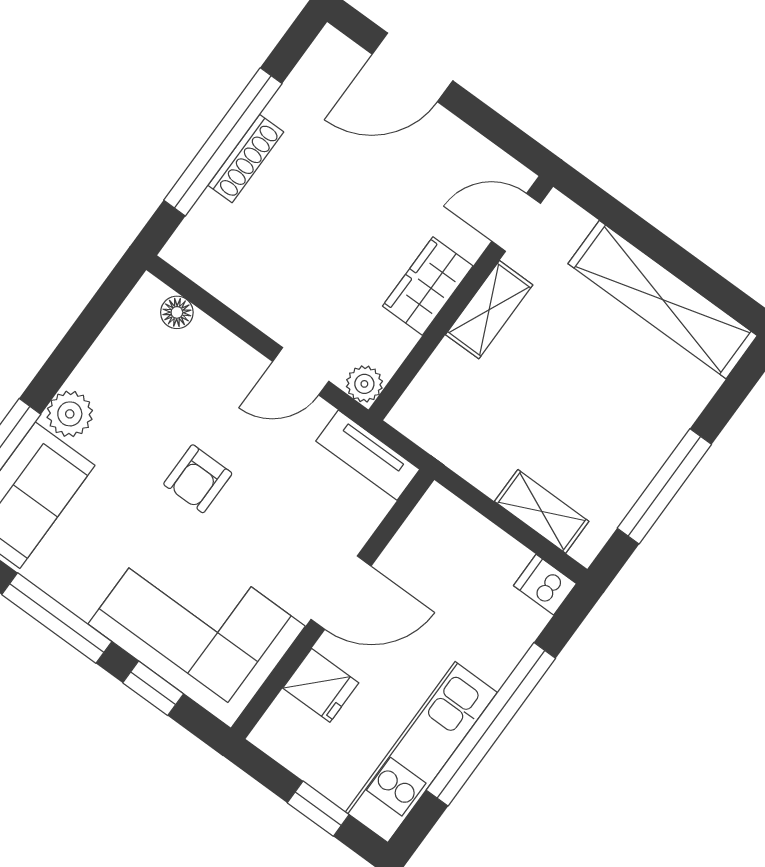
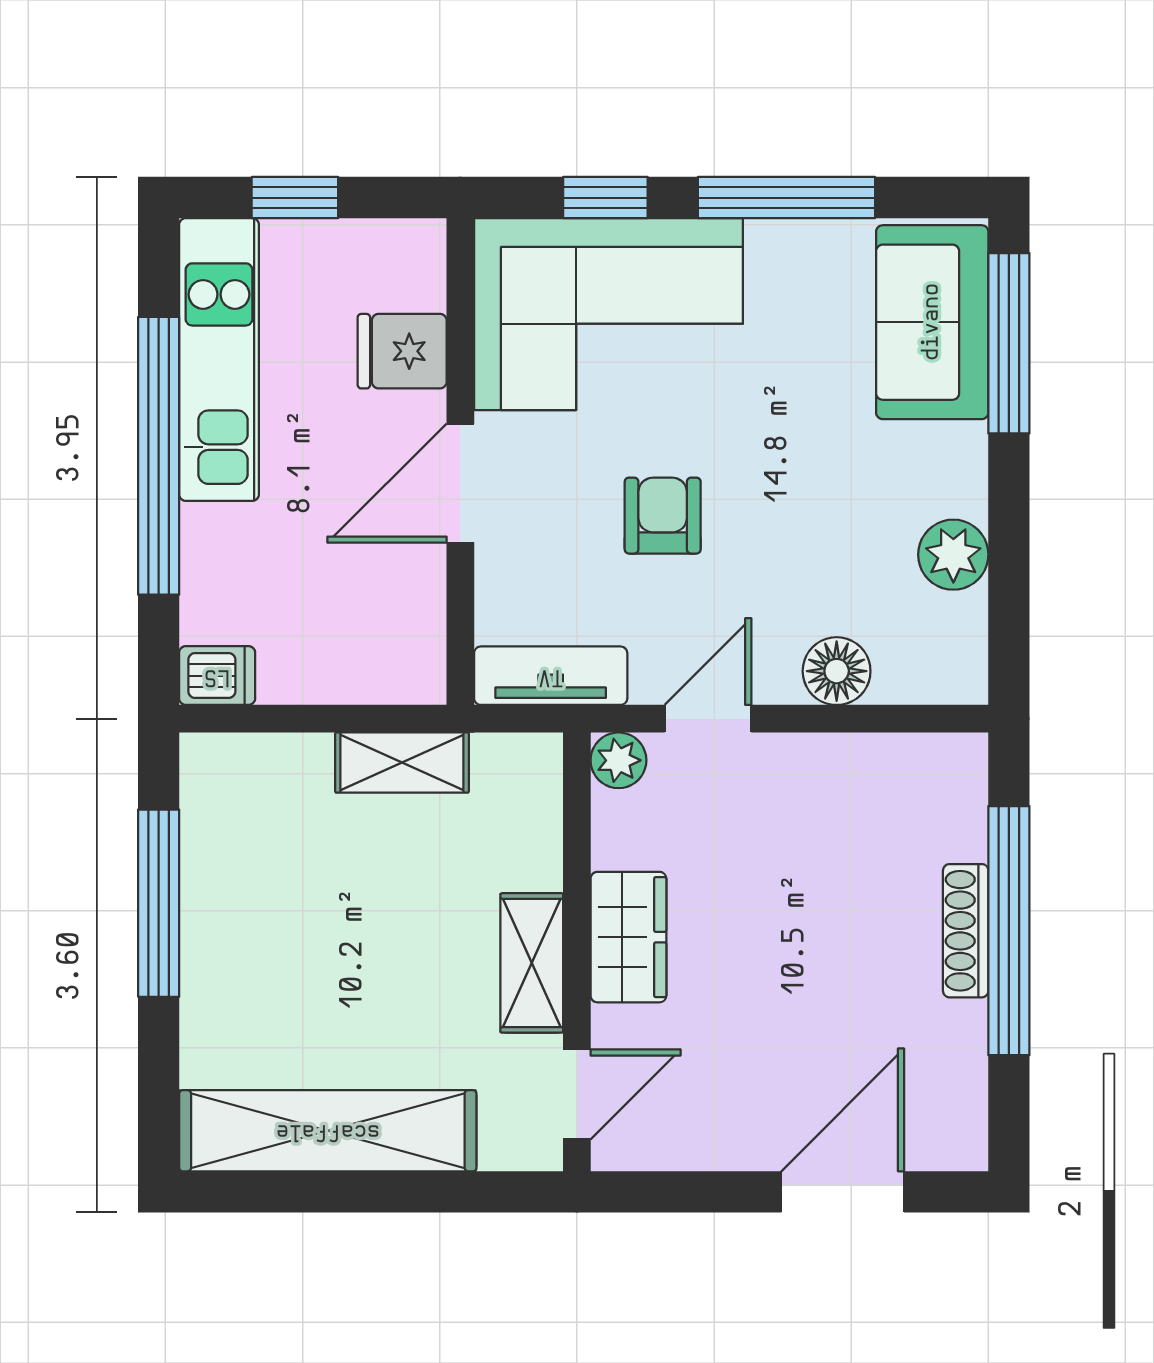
floor lamp: (177, 312) -> (837, 671), moved, width x1.37, depth x1.37
plant: (70, 414) -> (953, 555), moved
armchair: (198, 479) -> (663, 516), moved
shelving: (542, 511) -> (402, 763), moved

